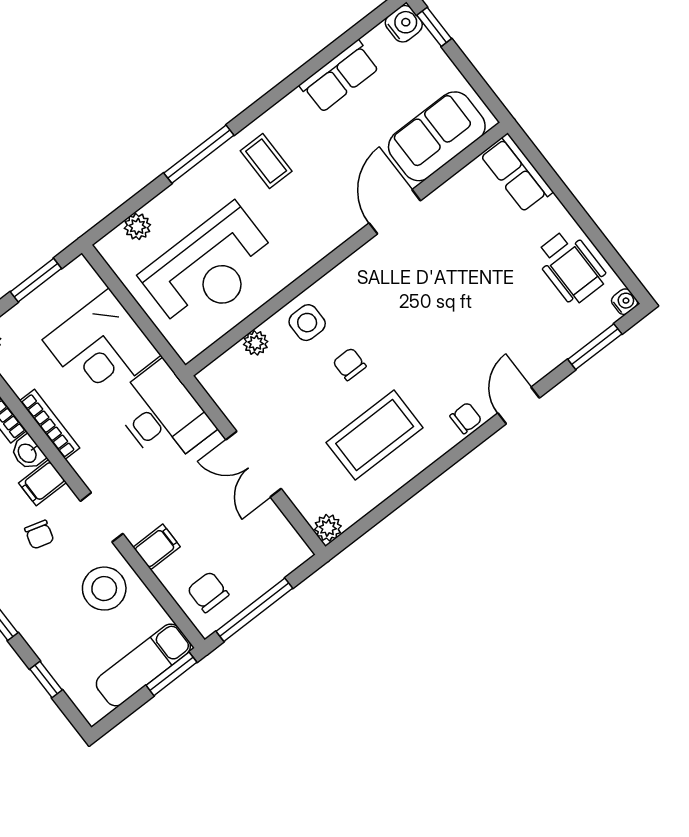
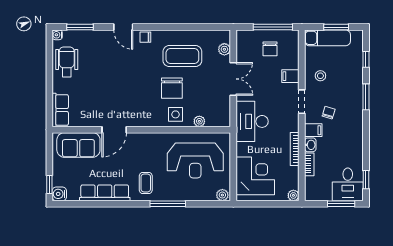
row of seats: (339, 76) -> (105, 193), width x1.48
plant: (137, 227) -> (222, 195), moved
reception desk: (210, 268) -> (195, 160), turned 180
window: (36, 280) -> (260, 204), removed
corner desk: (102, 348) -> (255, 176), moved
chair: (349, 364) -> (172, 88), width x1.87, depth x1.87
door: (519, 406) -> (123, 27), hinge flipped
plant: (328, 528) -> (224, 49), moved
stool: (104, 589) -> (320, 76), width x0.53, depth x0.53
chair: (208, 592) -> (270, 49), moved
window: (172, 674) -> (336, 27), moved

